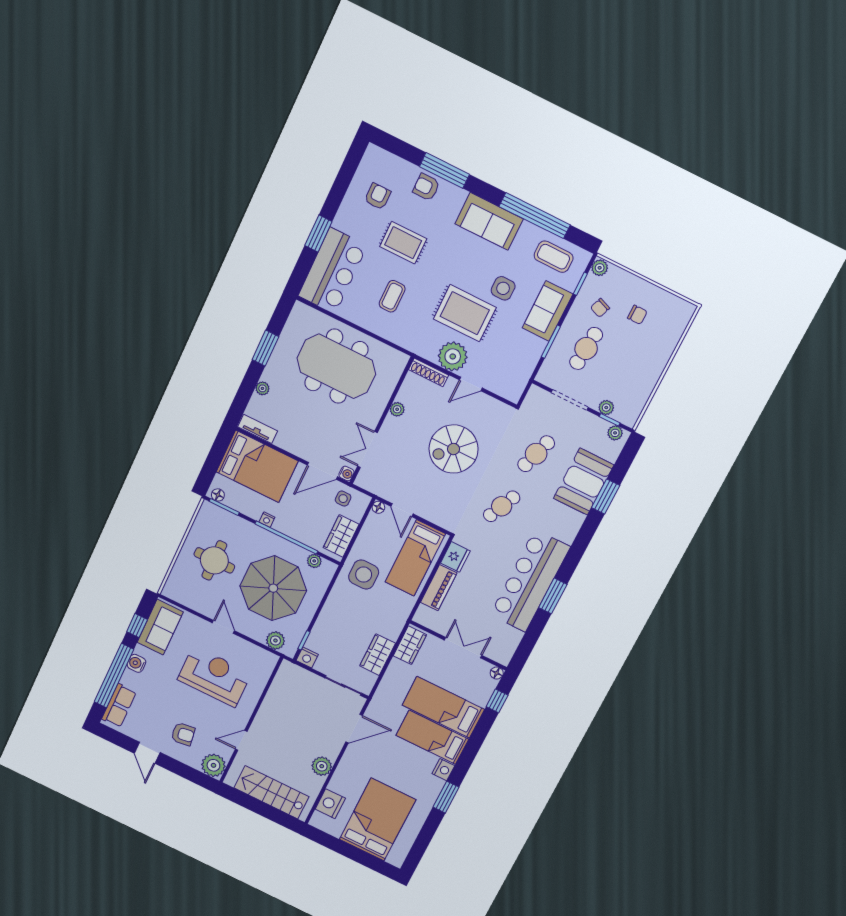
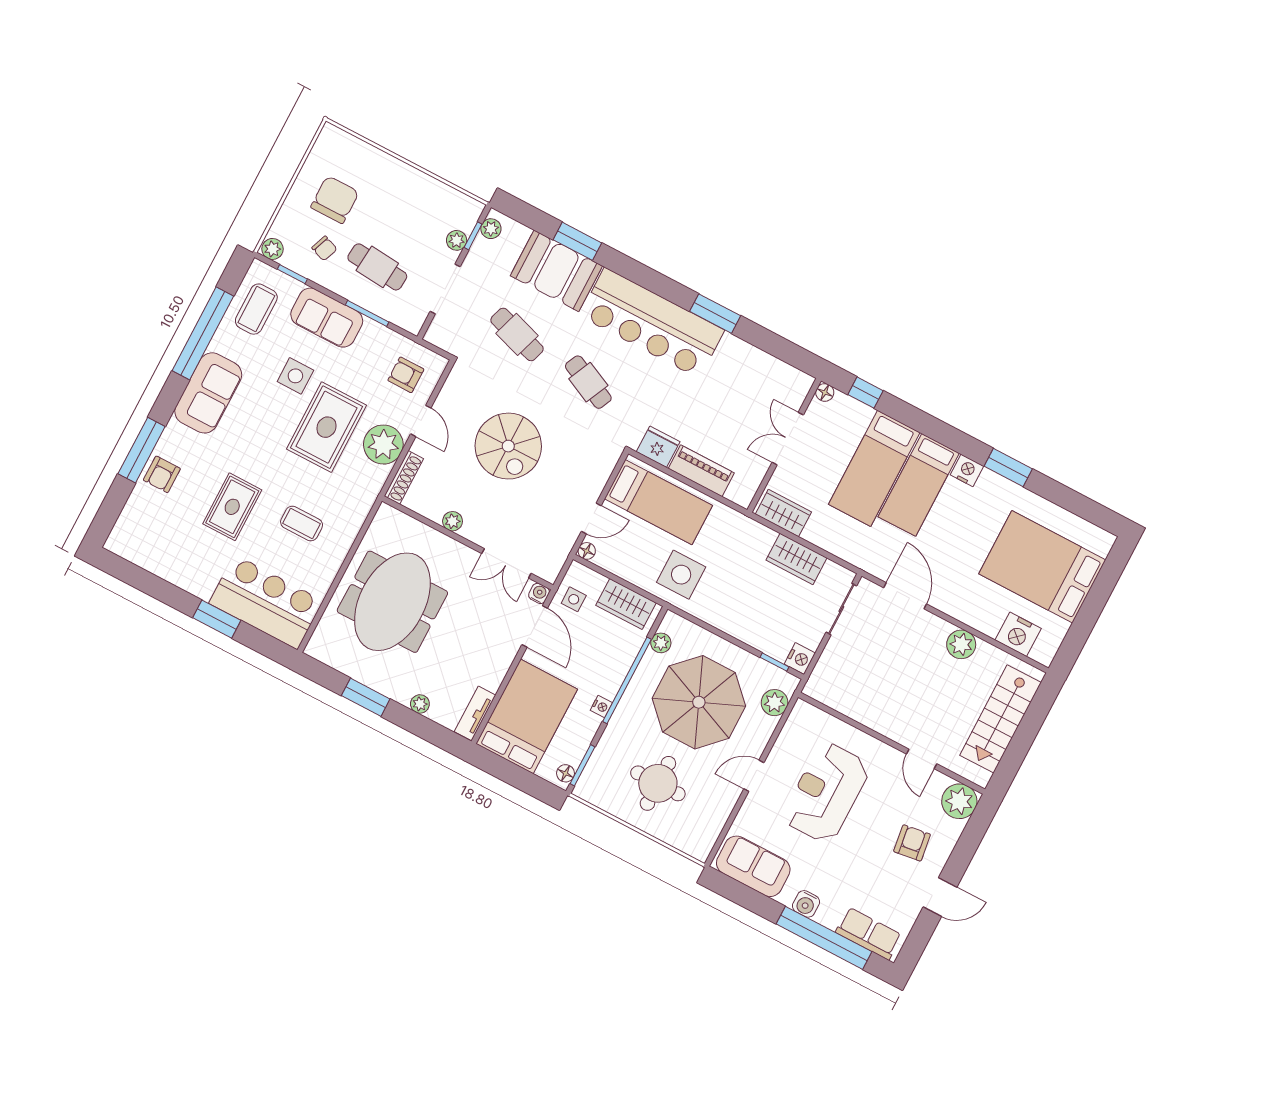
armchair: (378, 196) -> (406, 375), moved
chair: (637, 315) -> (335, 200), width x1.87, depth x1.87
bar counter: (530, 581) -> (652, 323), moved
window: (137, 626) -> (751, 899), removed

